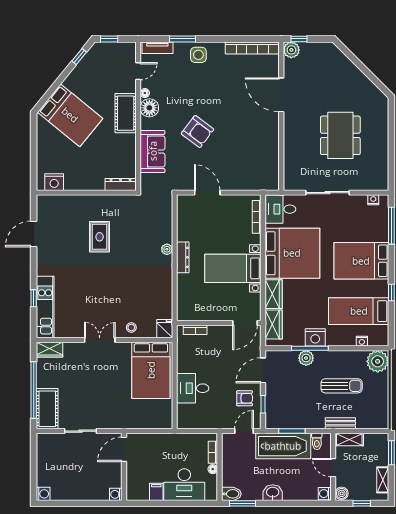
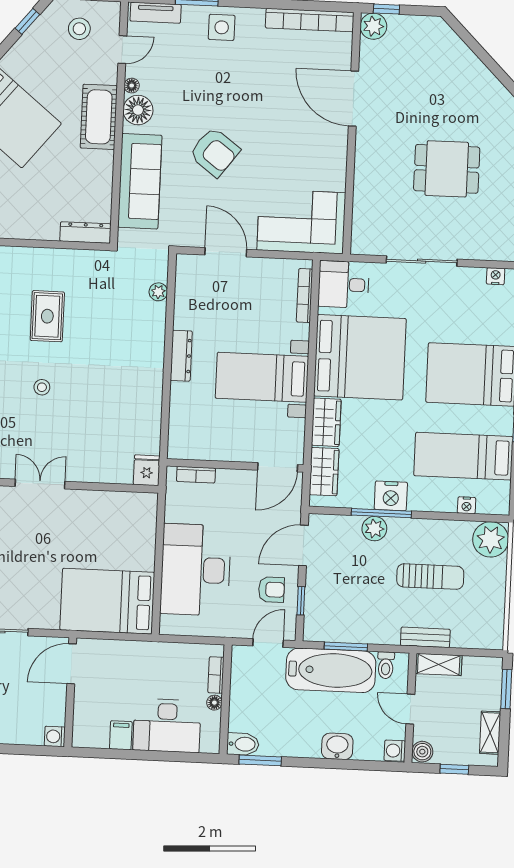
stool: (111, 60) -> (79, 29), added
dining table: (340, 135) -> (447, 169), width x0.73
sofa: (153, 151) -> (140, 181), width x1.36
corner sofa: (253, 172) -> (301, 221), added
plant: (167, 249) -> (158, 292), moved
stool: (131, 328) -> (42, 387), moved
bed: (151, 370) -> (107, 601), moved, turned 90
desk: (193, 388) -> (196, 570), width x1.87, depth x1.30
washbasin: (273, 493) -> (337, 746), moved

